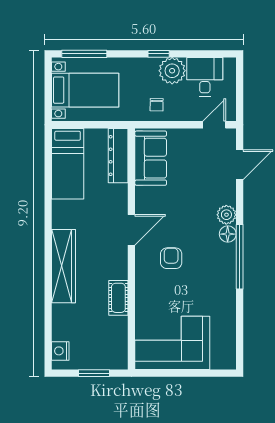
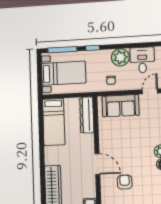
window: (159, 54) -> (93, 48), moved
sofa: (151, 158) -> (121, 106), moved, turned 90
door: (131, 230) -> (97, 164), hinge flipped

